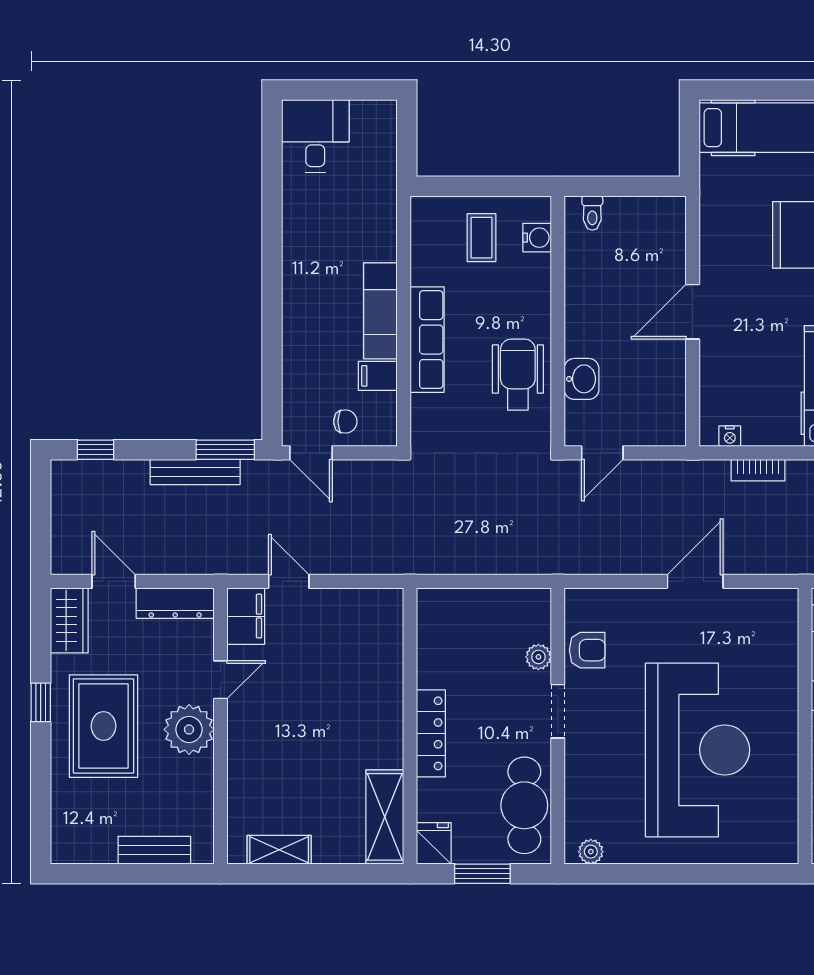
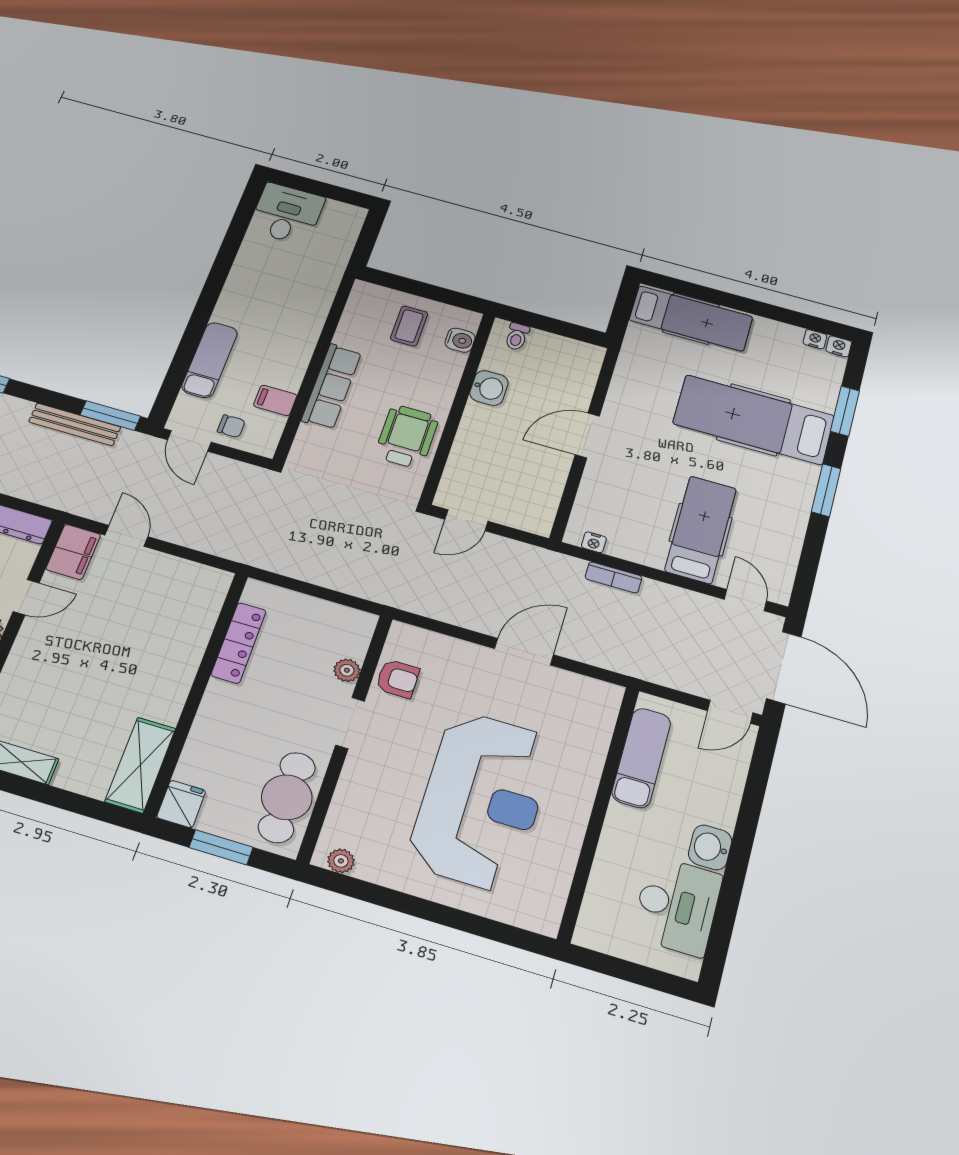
exam couch: (380, 311) -> (210, 360), moved, turned 180
washbasin: (582, 379) -> (489, 388), moved
locker: (431, 733) -> (239, 643), moved

